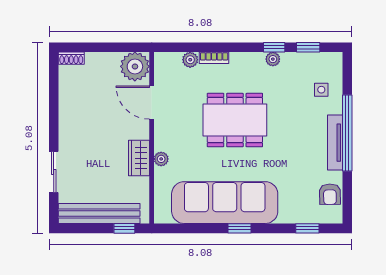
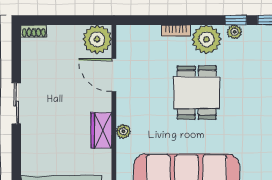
plant: (190, 60) -> (206, 39), moved, width x1.87, depth x1.87
dining table: (235, 120) -> (197, 93), width x0.73
sliding door: (54, 172) -> (16, 104), moved

